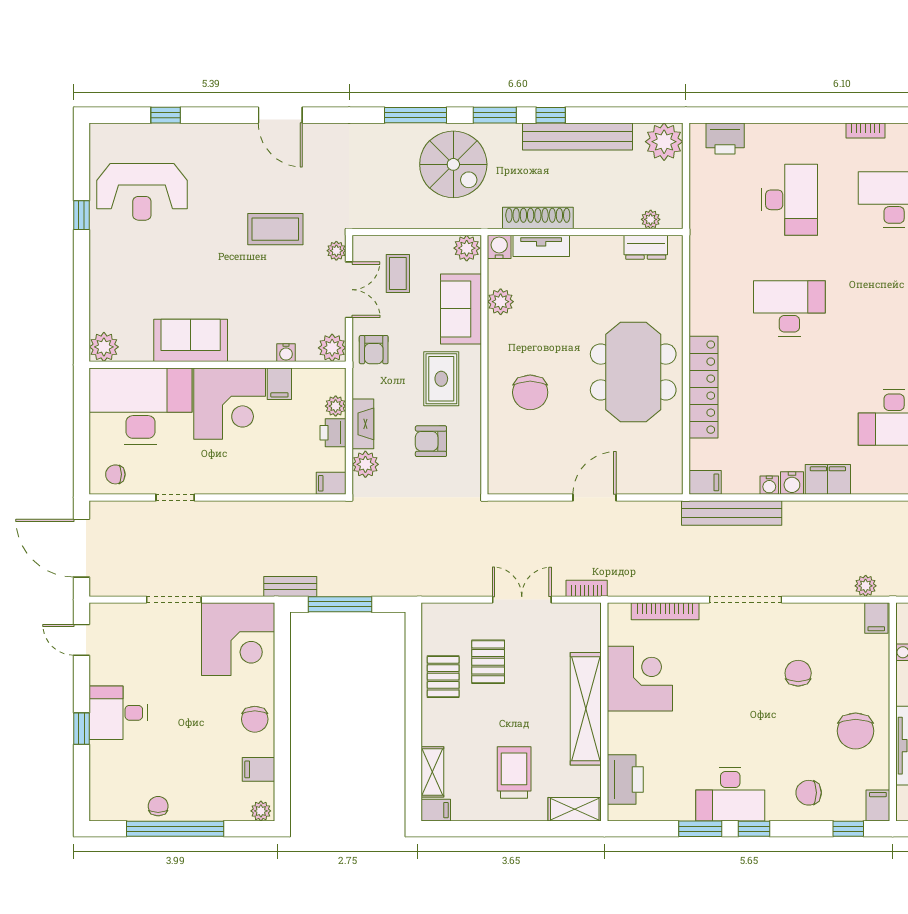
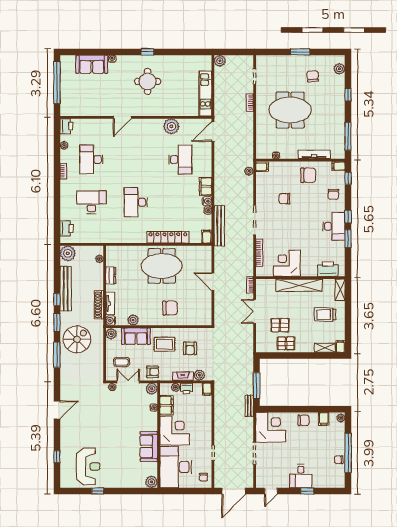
coffee table: (275, 229) -> (103, 412), removed
dresser: (646, 247) -> (111, 275), moved
filing cabinet: (279, 384) -> (167, 405), width x2.00

